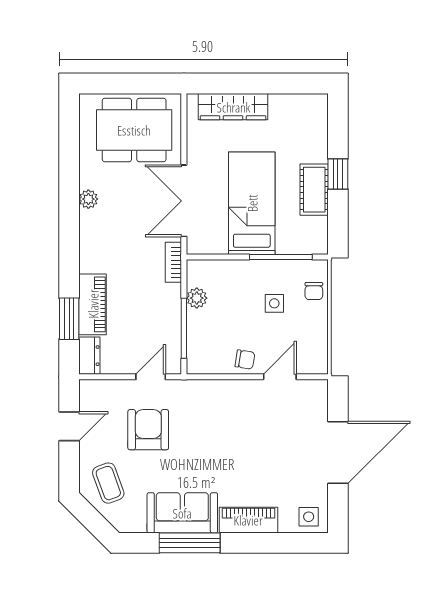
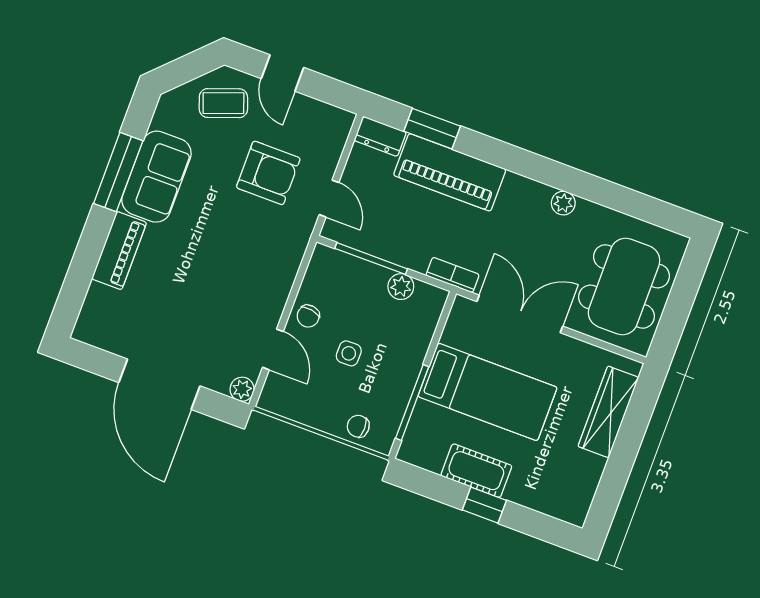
side table: (274, 303) -> (349, 353), moved
piano: (93, 304) -> (450, 172), width x1.37, depth x1.33
plant: (318, 389) -> (242, 389), added
door: (69, 426) -> (282, 73), moved
side table: (309, 517) -> (97, 322), removed

